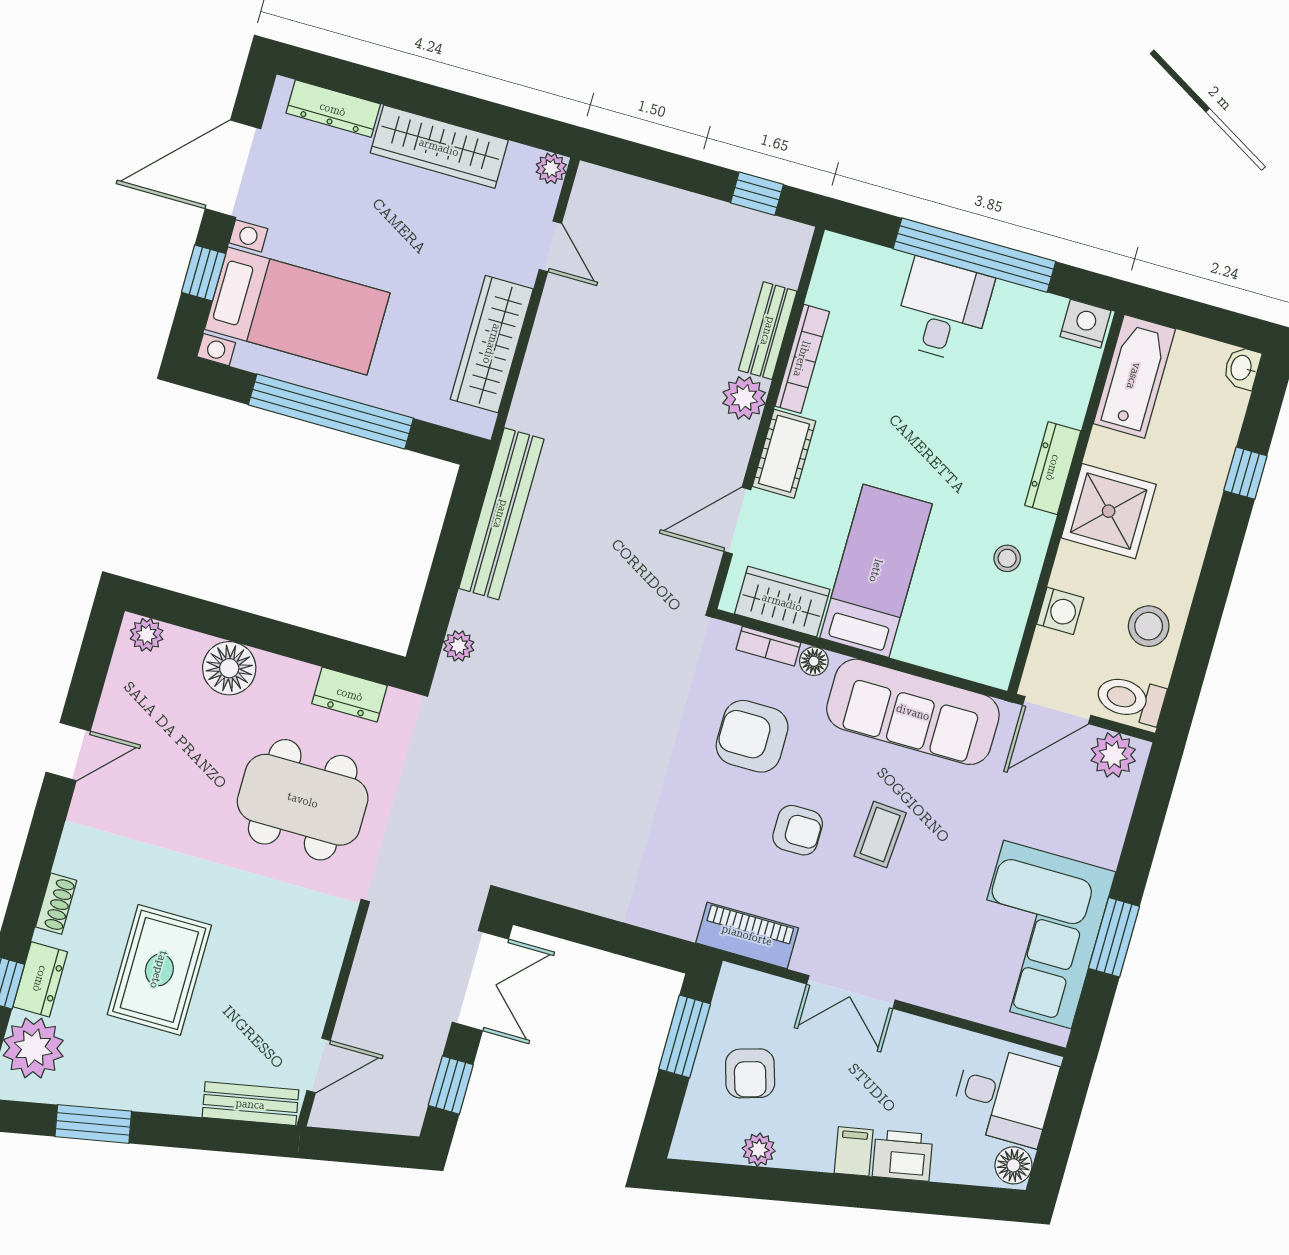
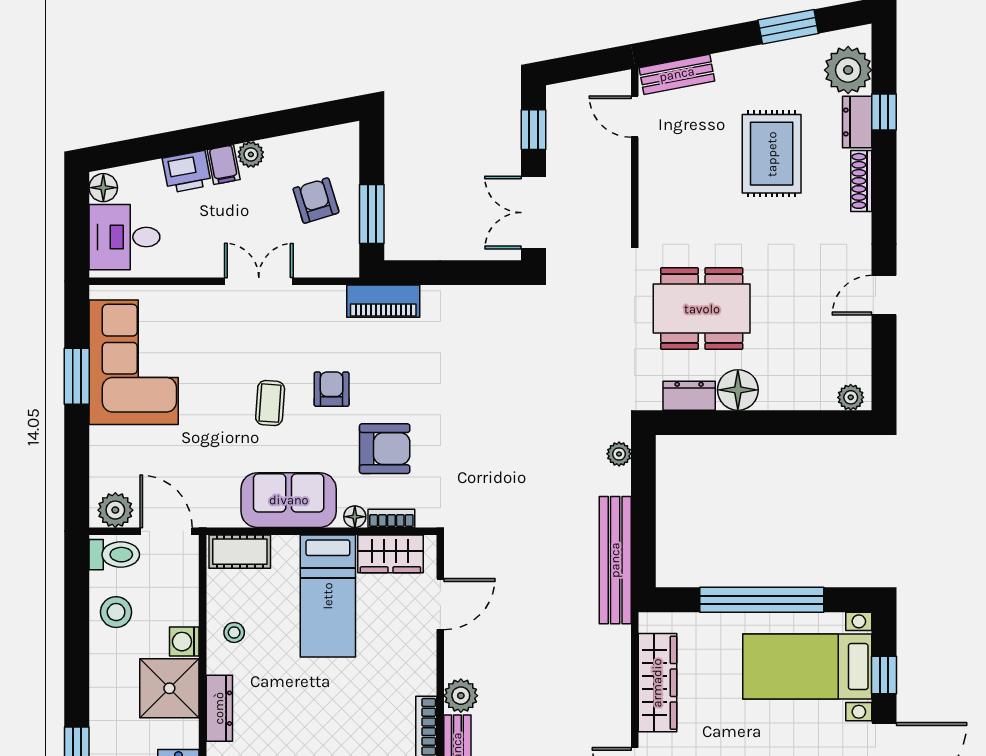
cot: (784, 454) -> (240, 552), moved, turned 90
washing machine: (1060, 611) -> (184, 642), moved
floor lamp: (229, 668) -> (738, 390), moved
door: (1057, 710) -> (166, 531), hinge flipped
sofa: (913, 712) -> (289, 500), width x0.73
armchair: (798, 830) -> (332, 389), turned 90
shoe rack: (56, 904) -> (861, 181), width x1.43
piano: (747, 935) -> (383, 301), moved
door: (319, 1065) -> (635, 117), hinge flipped
plant: (759, 1150) -> (251, 154), moved

